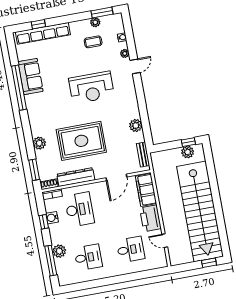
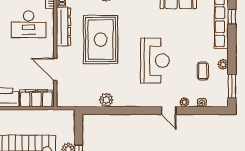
plant: (95, 22) -> (223, 64), moved
reception desk: (91, 87) -> (155, 61), turned 180
bench: (143, 155) -> (74, 102), removed

